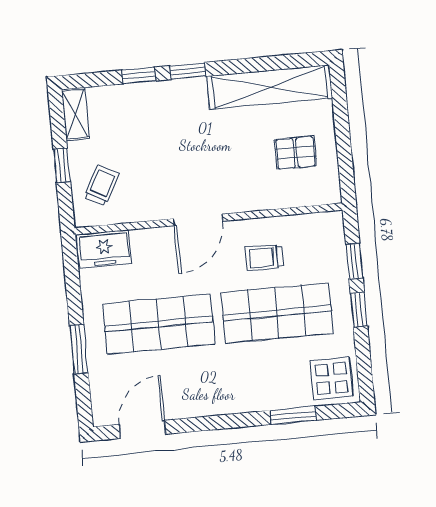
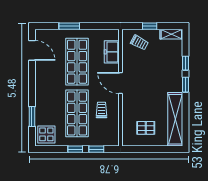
pallet: (295, 153) -> (146, 128), turned 90
freezer: (104, 249) -> (112, 52), moved

